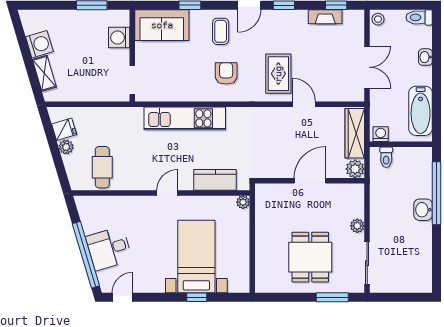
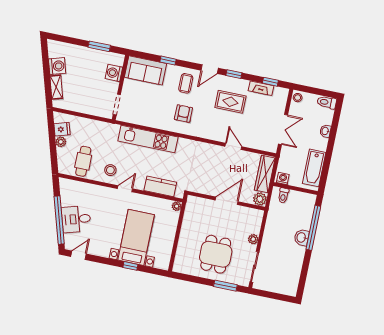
rug: (278, 74) -> (230, 102), moved, turned 90
stool: (142, 172) -> (110, 170), added

